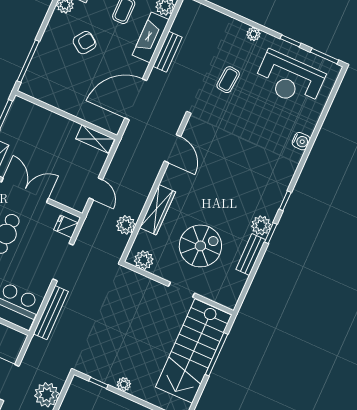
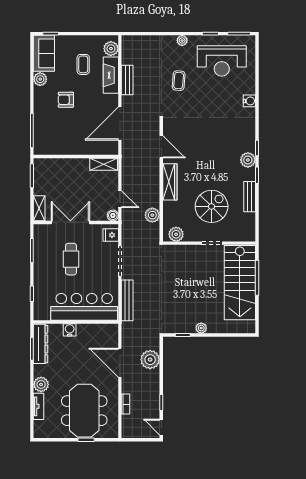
armchair: (85, 43) -> (66, 100), turned -126
boiler: (79, 204) -> (113, 215), added
wardrobe: (157, 210) -> (170, 182), moved
plant: (261, 225) -> (248, 160), moved

